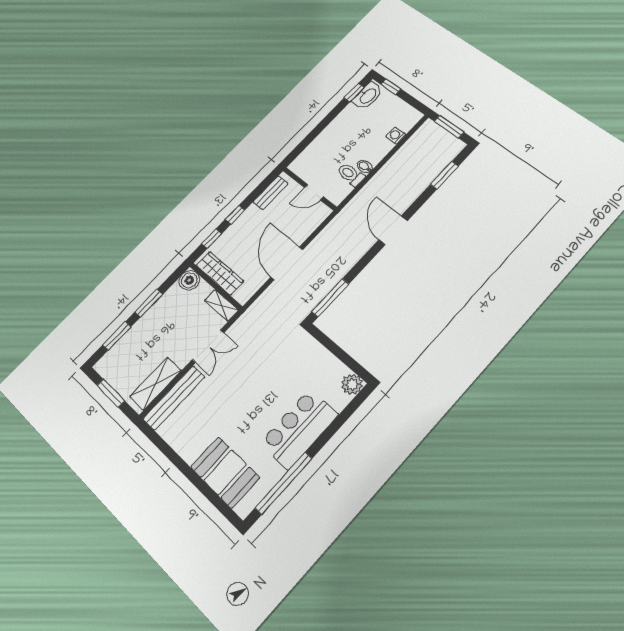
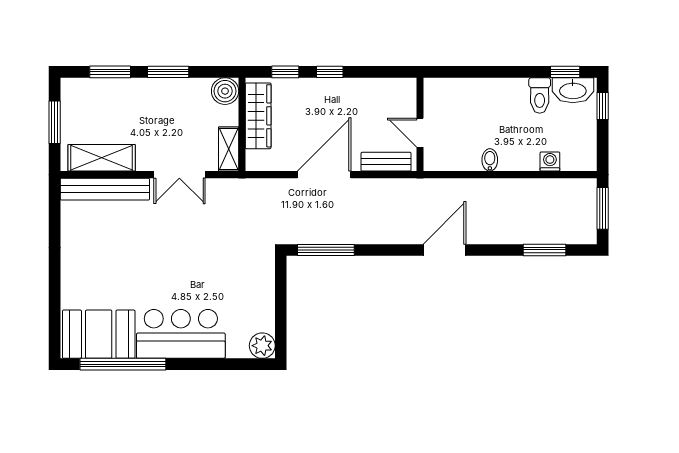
toilet: (351, 175) -> (540, 95), moved, turned 180
bench: (271, 193) -> (386, 162), moved
booth: (225, 472) -> (99, 334), moved, turned 90

